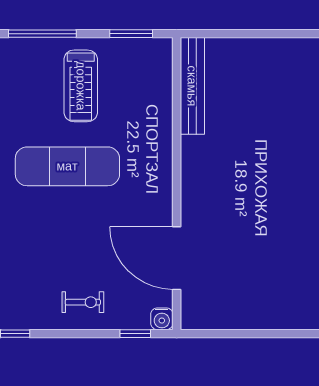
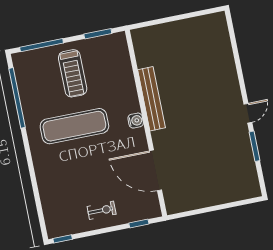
bench: (192, 86) -> (151, 99), moved
water cooler: (162, 319) -> (136, 121), moved, turned -90

